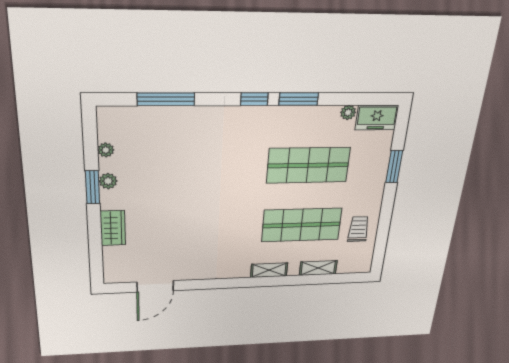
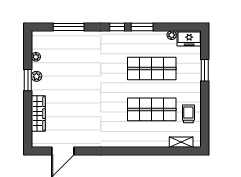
wardrobe: (113, 228) -> (38, 114), width x1.50
shelving: (318, 268) -> (181, 142), moved
shelving: (269, 270) -> (134, 142), removed

